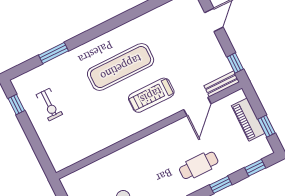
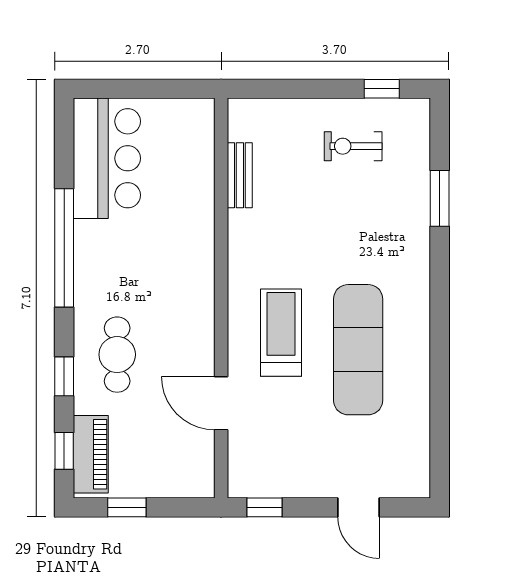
exercise mat: (121, 67) -> (358, 350), moved
bench: (222, 84) -> (240, 175), moved
piano: (248, 120) -> (91, 454), moved, turned 90

